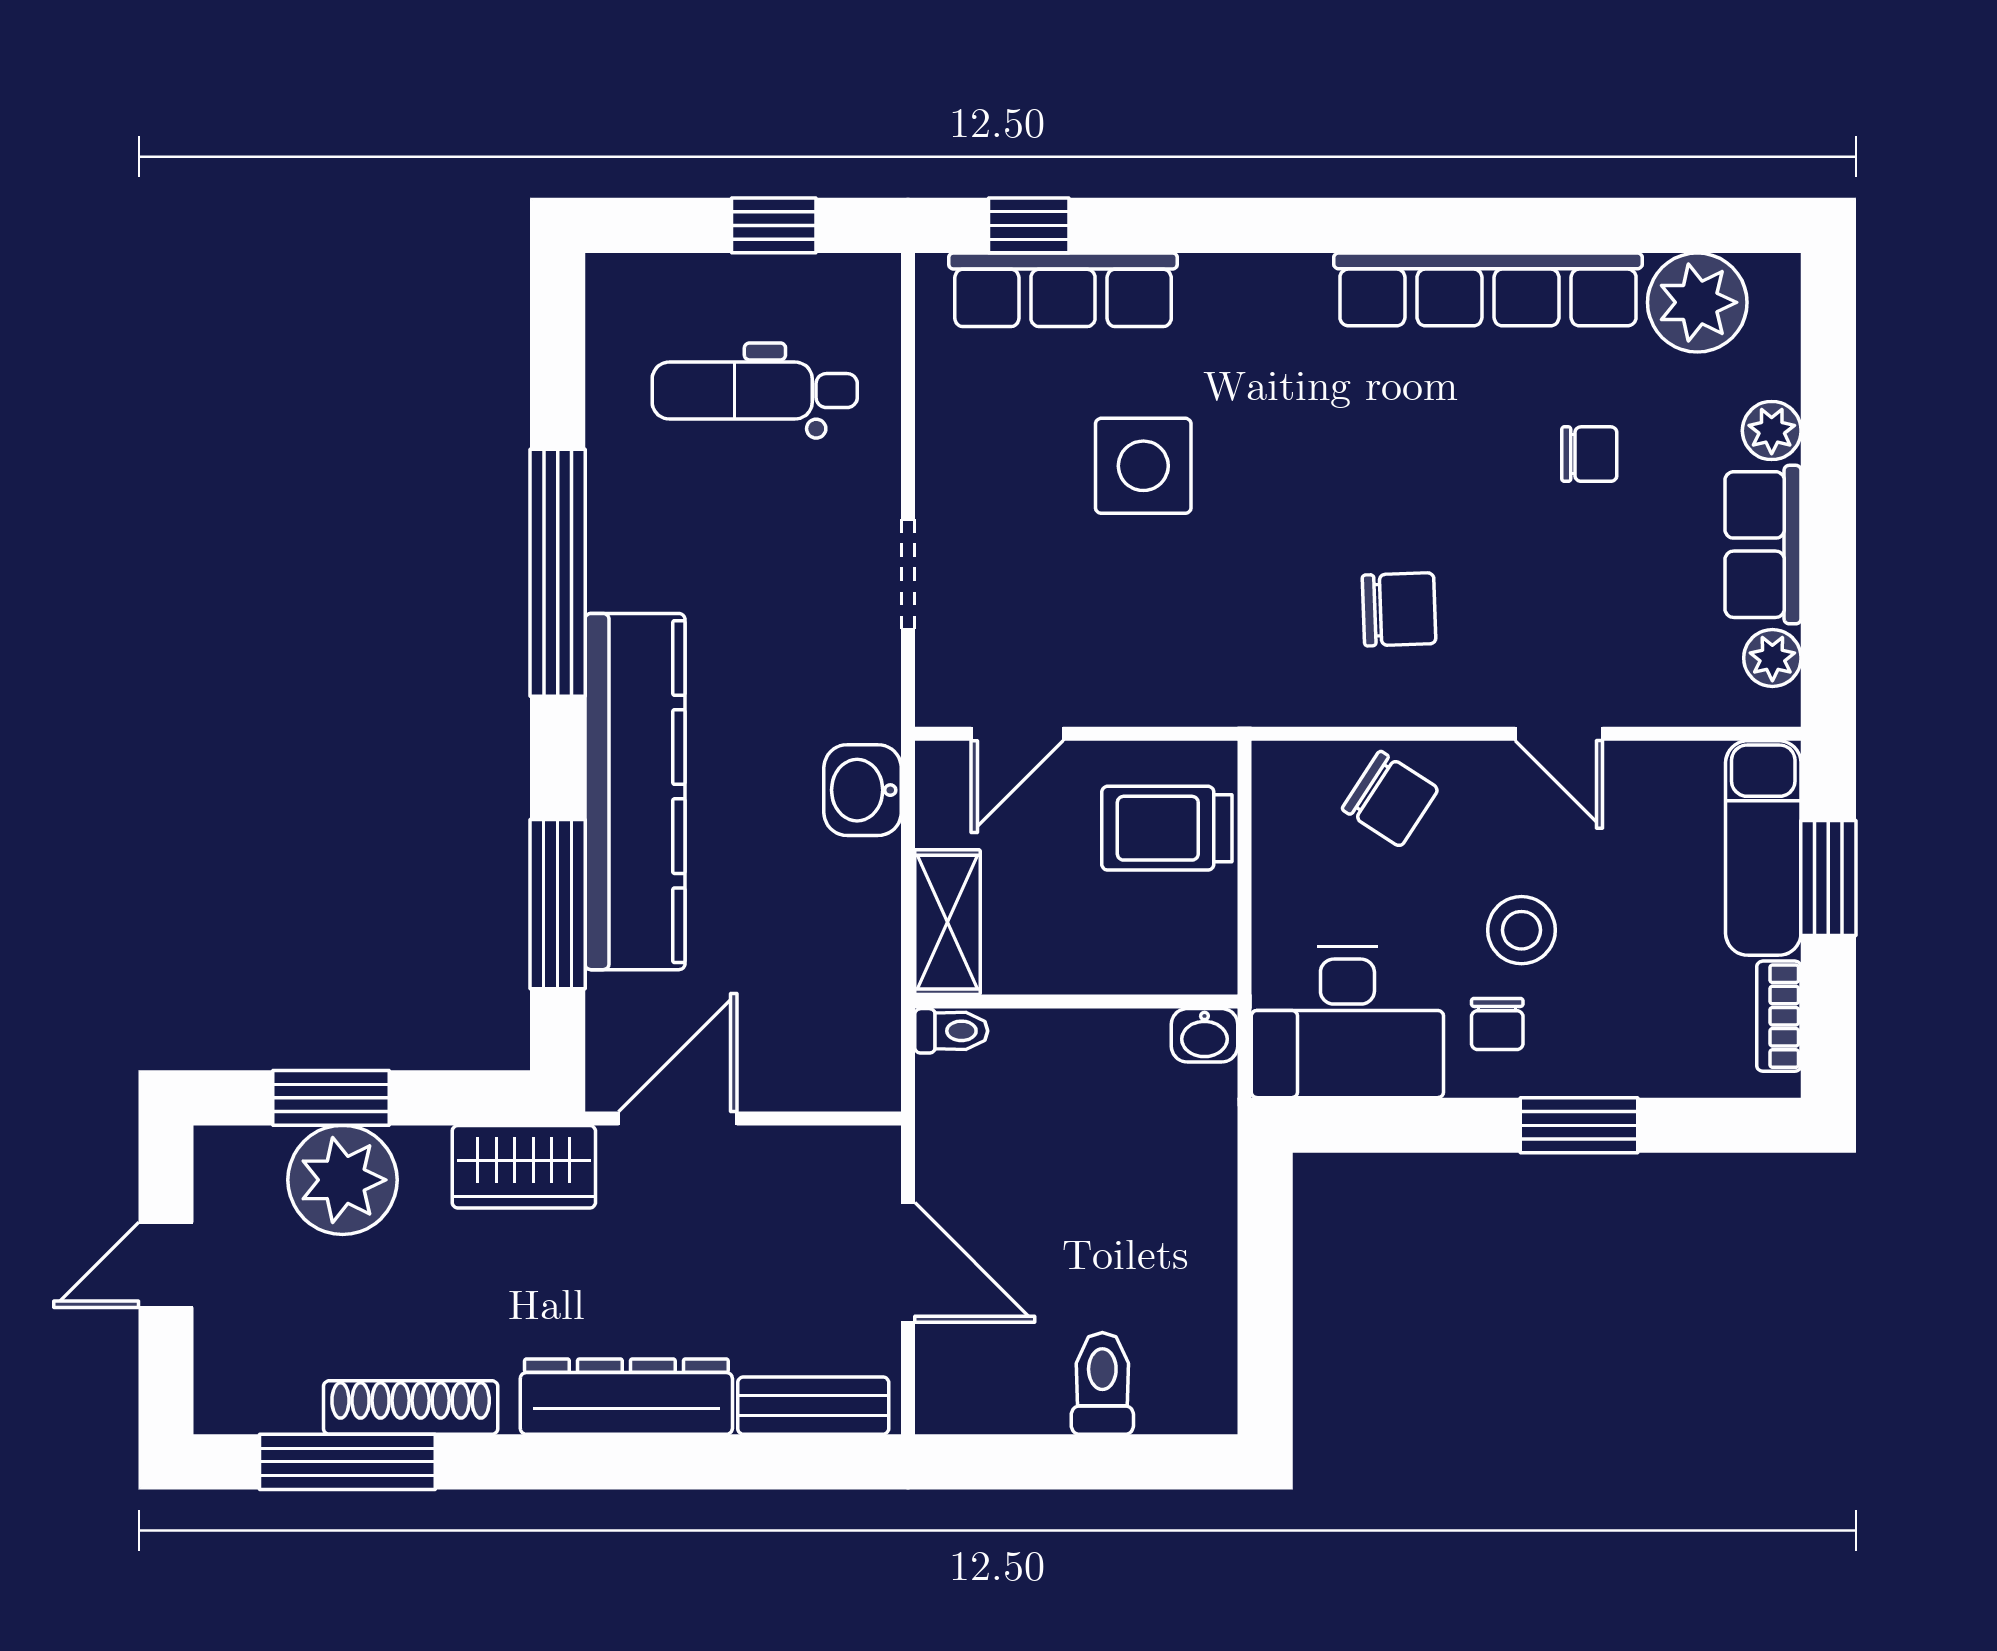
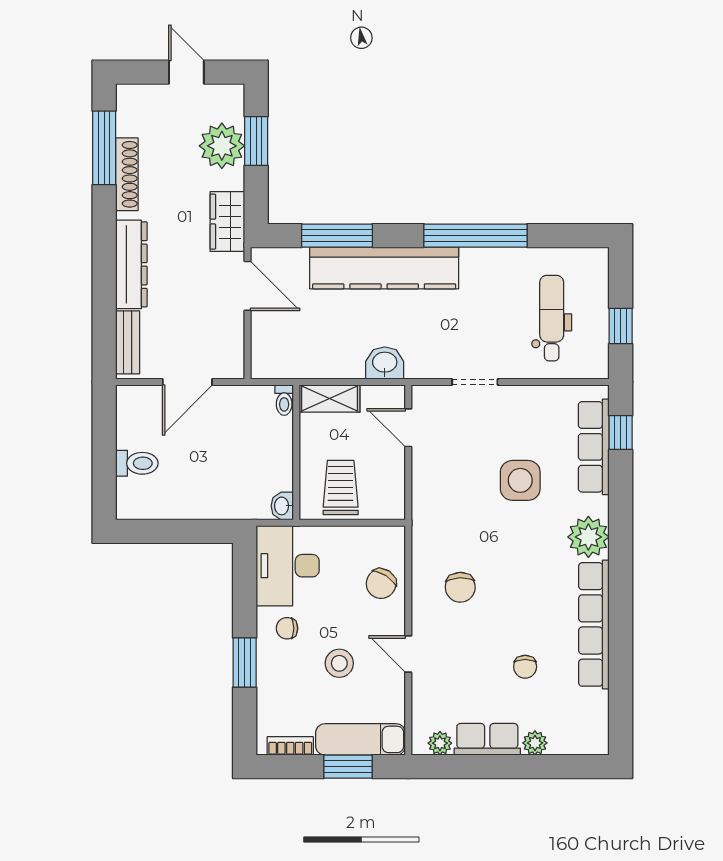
plant: (1697, 302) -> (588, 537), moved
door: (1559, 734) -> (408, 654), hinge flipped
trolley: (1167, 828) -> (341, 487), moved
stool: (1522, 930) -> (339, 663), moved

